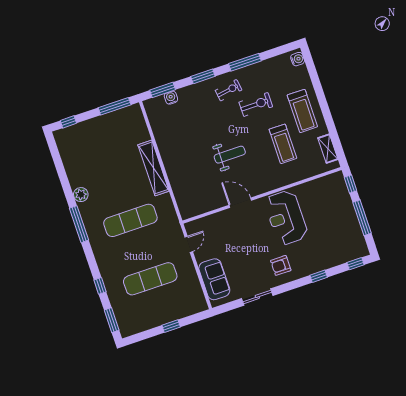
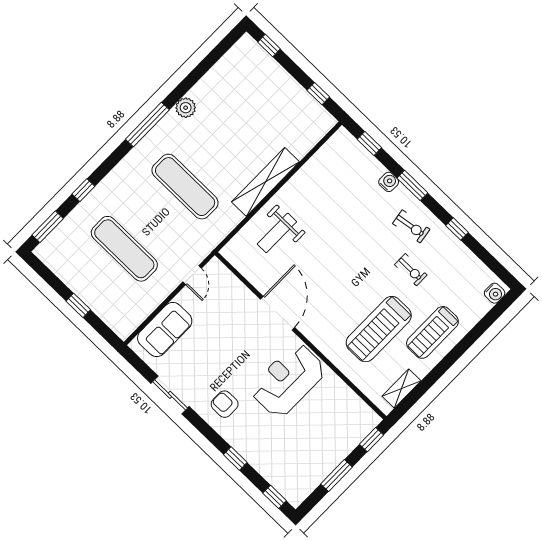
window: (245, 62) -> (457, 229), width x0.46
window: (163, 90) -> (369, 144), width x0.67
water cooler: (171, 98) -> (389, 182), moved
exercise bike: (256, 104) -> (411, 270), width x0.73, depth x0.72
window: (115, 106) -> (318, 94), width x0.46
treadmill: (283, 144) -> (379, 329), width x1.37, depth x1.38
weight bench: (230, 155) -> (277, 233), moved, turned 90
door: (240, 203) -> (278, 313), width x1.36
window: (362, 218) -> (336, 476), width x0.69
door: (189, 244) -> (192, 275), hinge flipped

